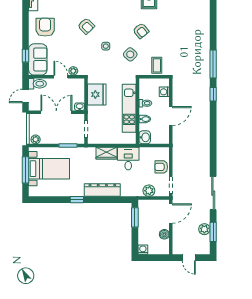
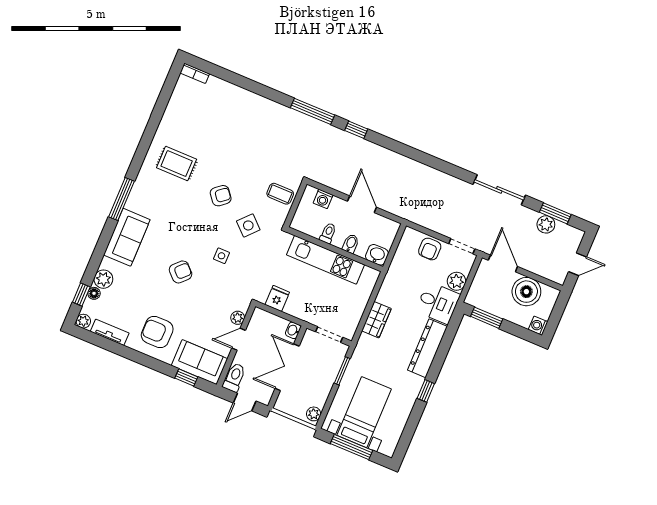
fridge: (97, 95) -> (277, 298), width x0.53, depth x0.75
door: (25, 96) -> (245, 402), hinge flipped
desk: (128, 159) -> (438, 303), moved, turned 180
boiler: (164, 234) -> (526, 292), width x1.86, depth x1.86

